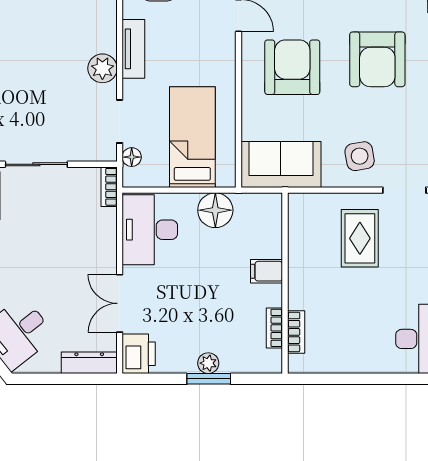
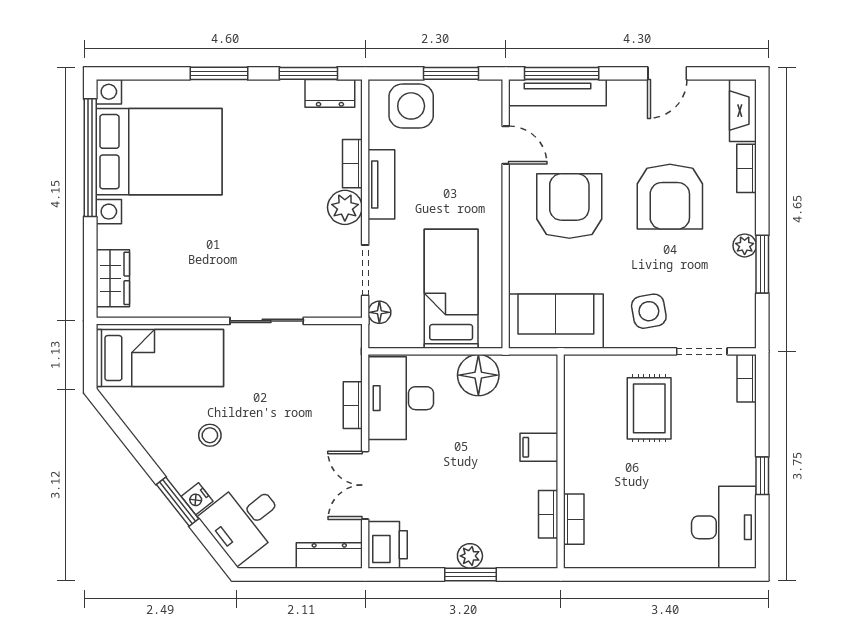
bookcase: (109, 31) -> (352, 164), added
bookcase: (109, 187) -> (353, 405), moved

